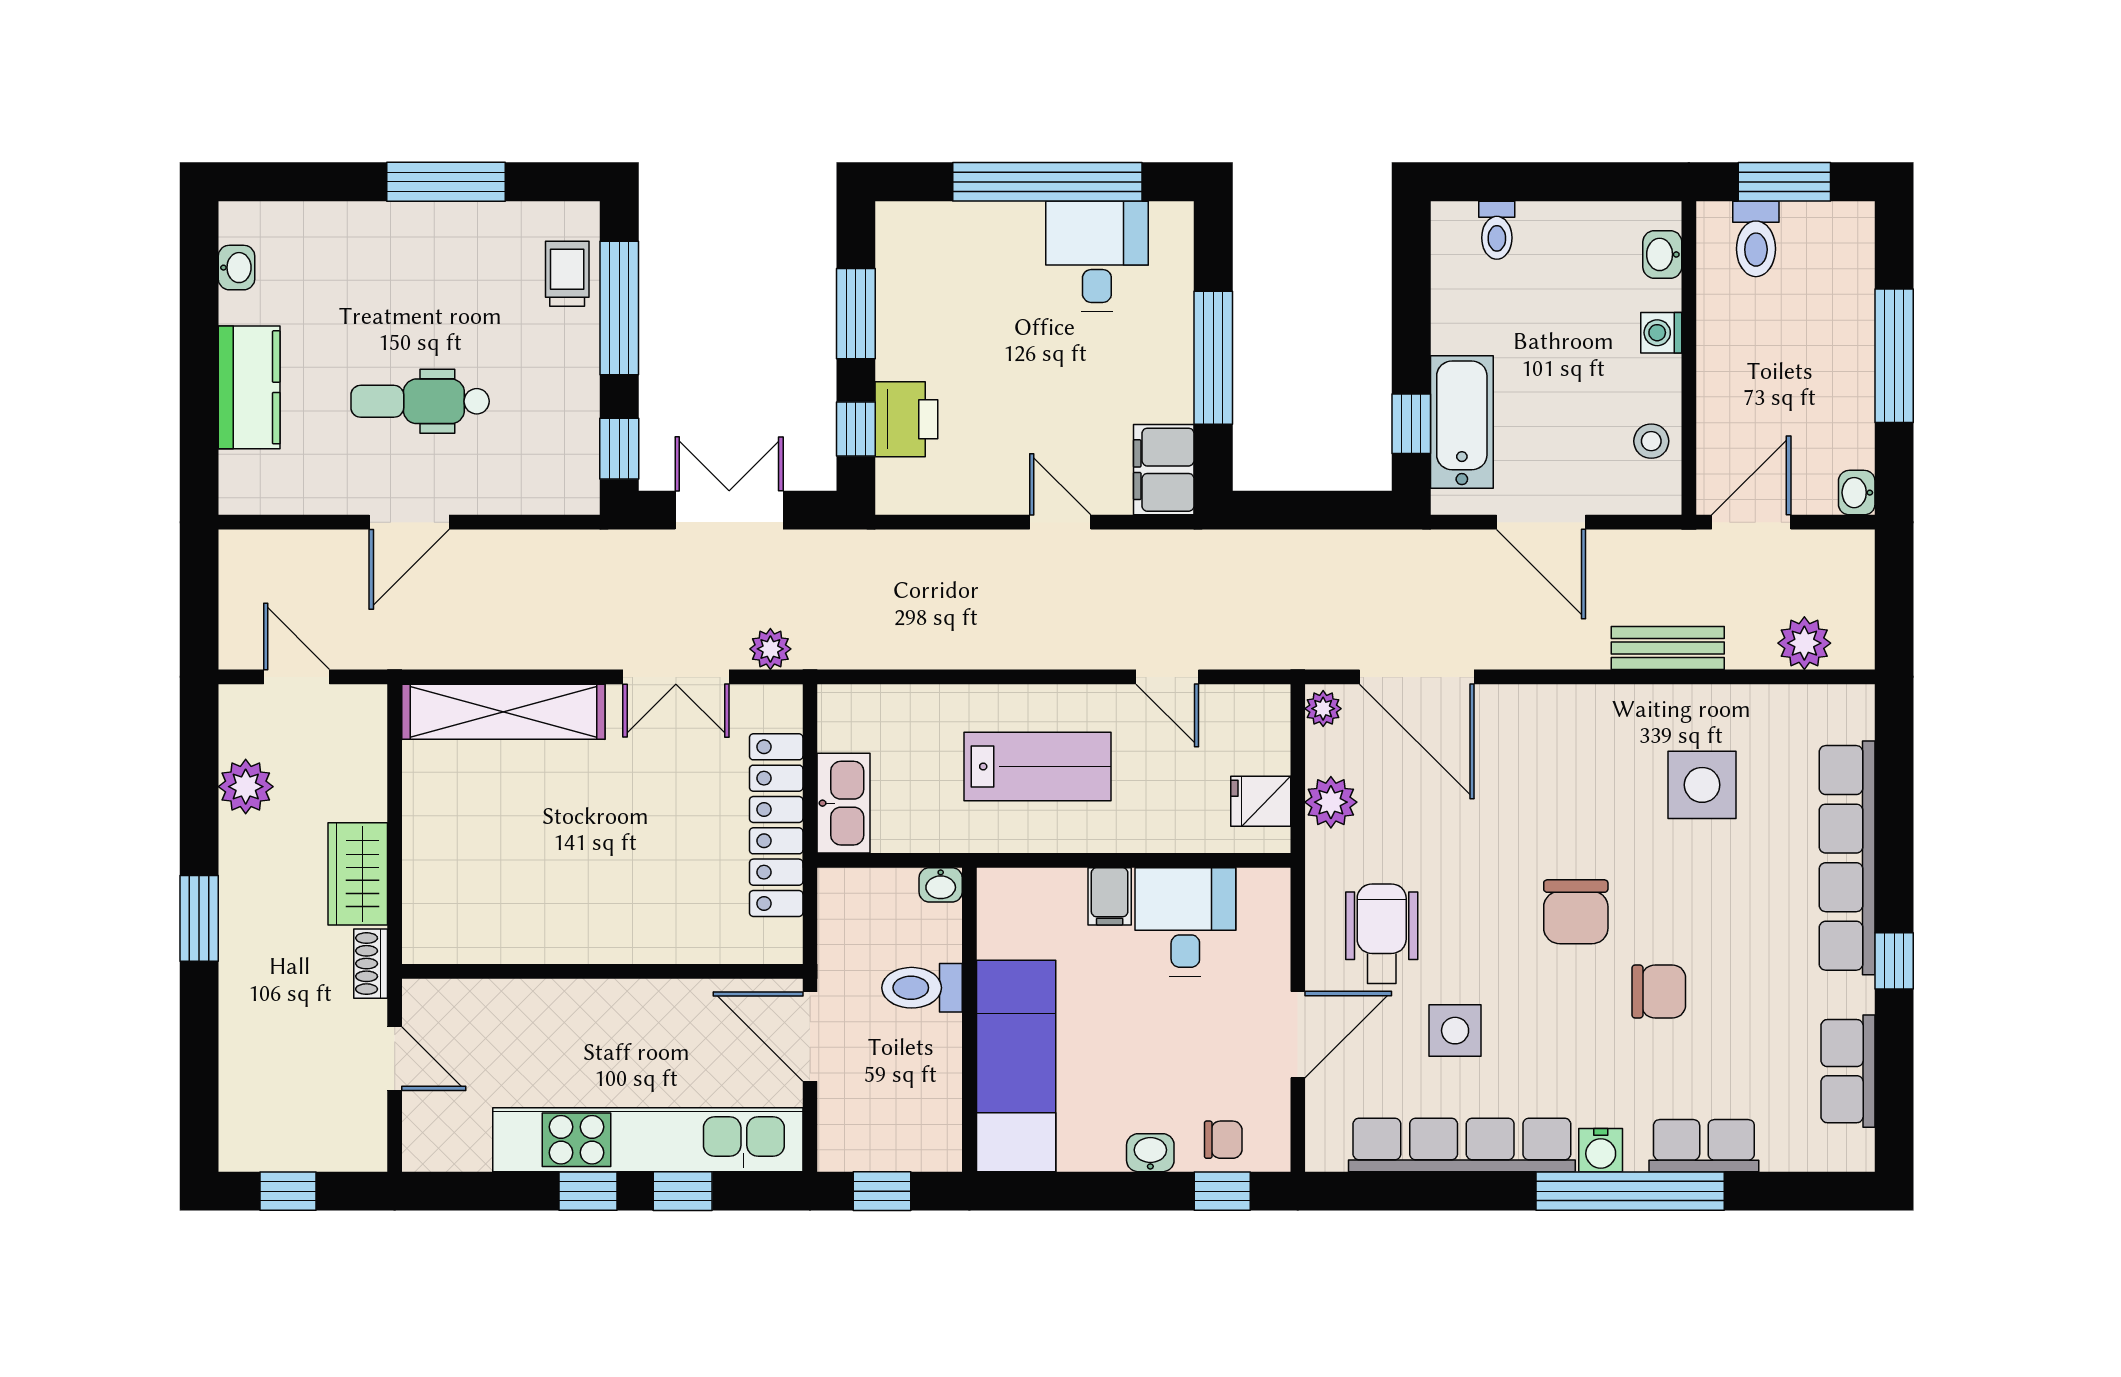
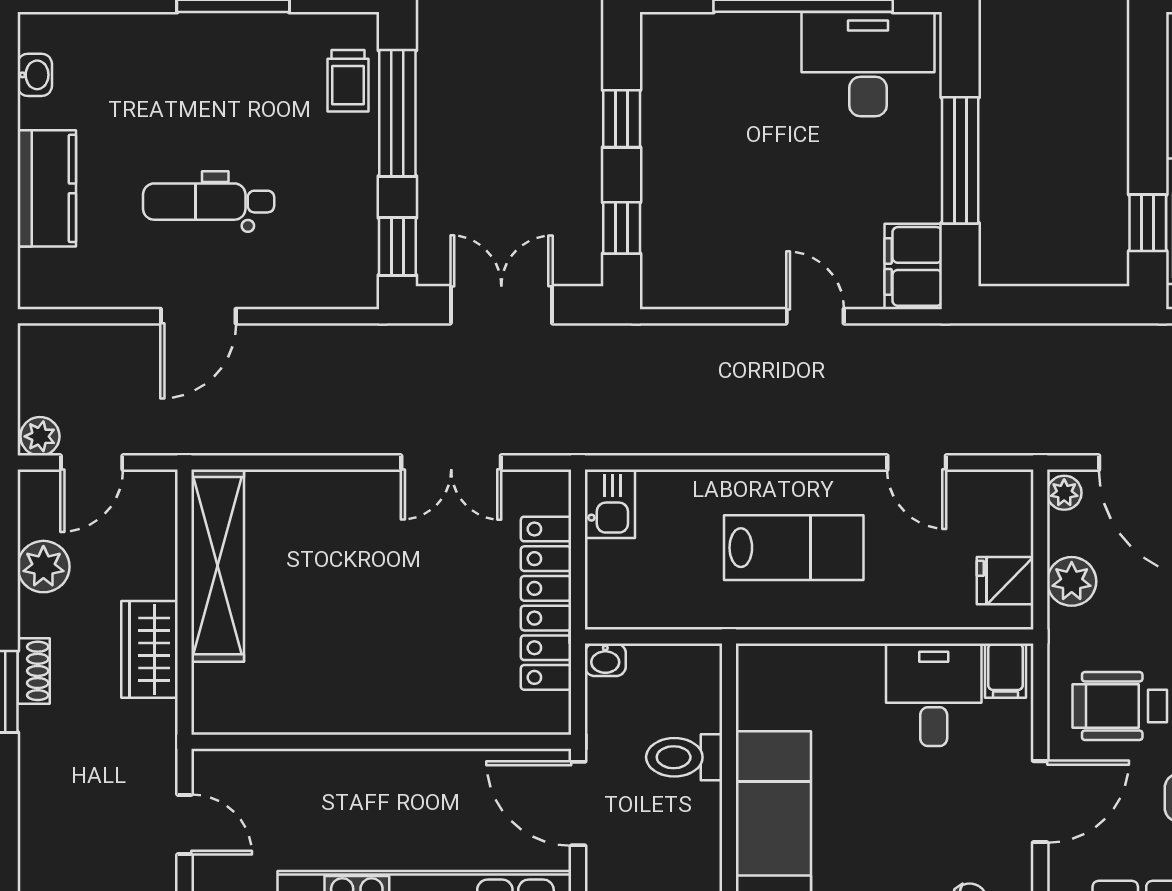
desk: (1097, 256) -> (868, 64), width x1.37
trolley: (567, 274) -> (348, 81), turned 180
window: (856, 314) -> (622, 119), width x0.67
printer: (906, 419) -> (669, 219), removed
plant: (770, 649) -> (40, 436), moved
door: (297, 677) -> (92, 463), swing flipped
shelving: (503, 712) -> (218, 566), moved, turned 90
kitchen sink: (844, 803) -> (610, 504), moved, width x0.73
washbasin: (941, 885) -> (605, 660), moved
filing cabinet: (1110, 896) -> (1005, 671), moved
wheelchair: (1382, 934) -> (1120, 706), turned -90
shoe rack: (371, 964) -> (34, 671), moved, turned 180

